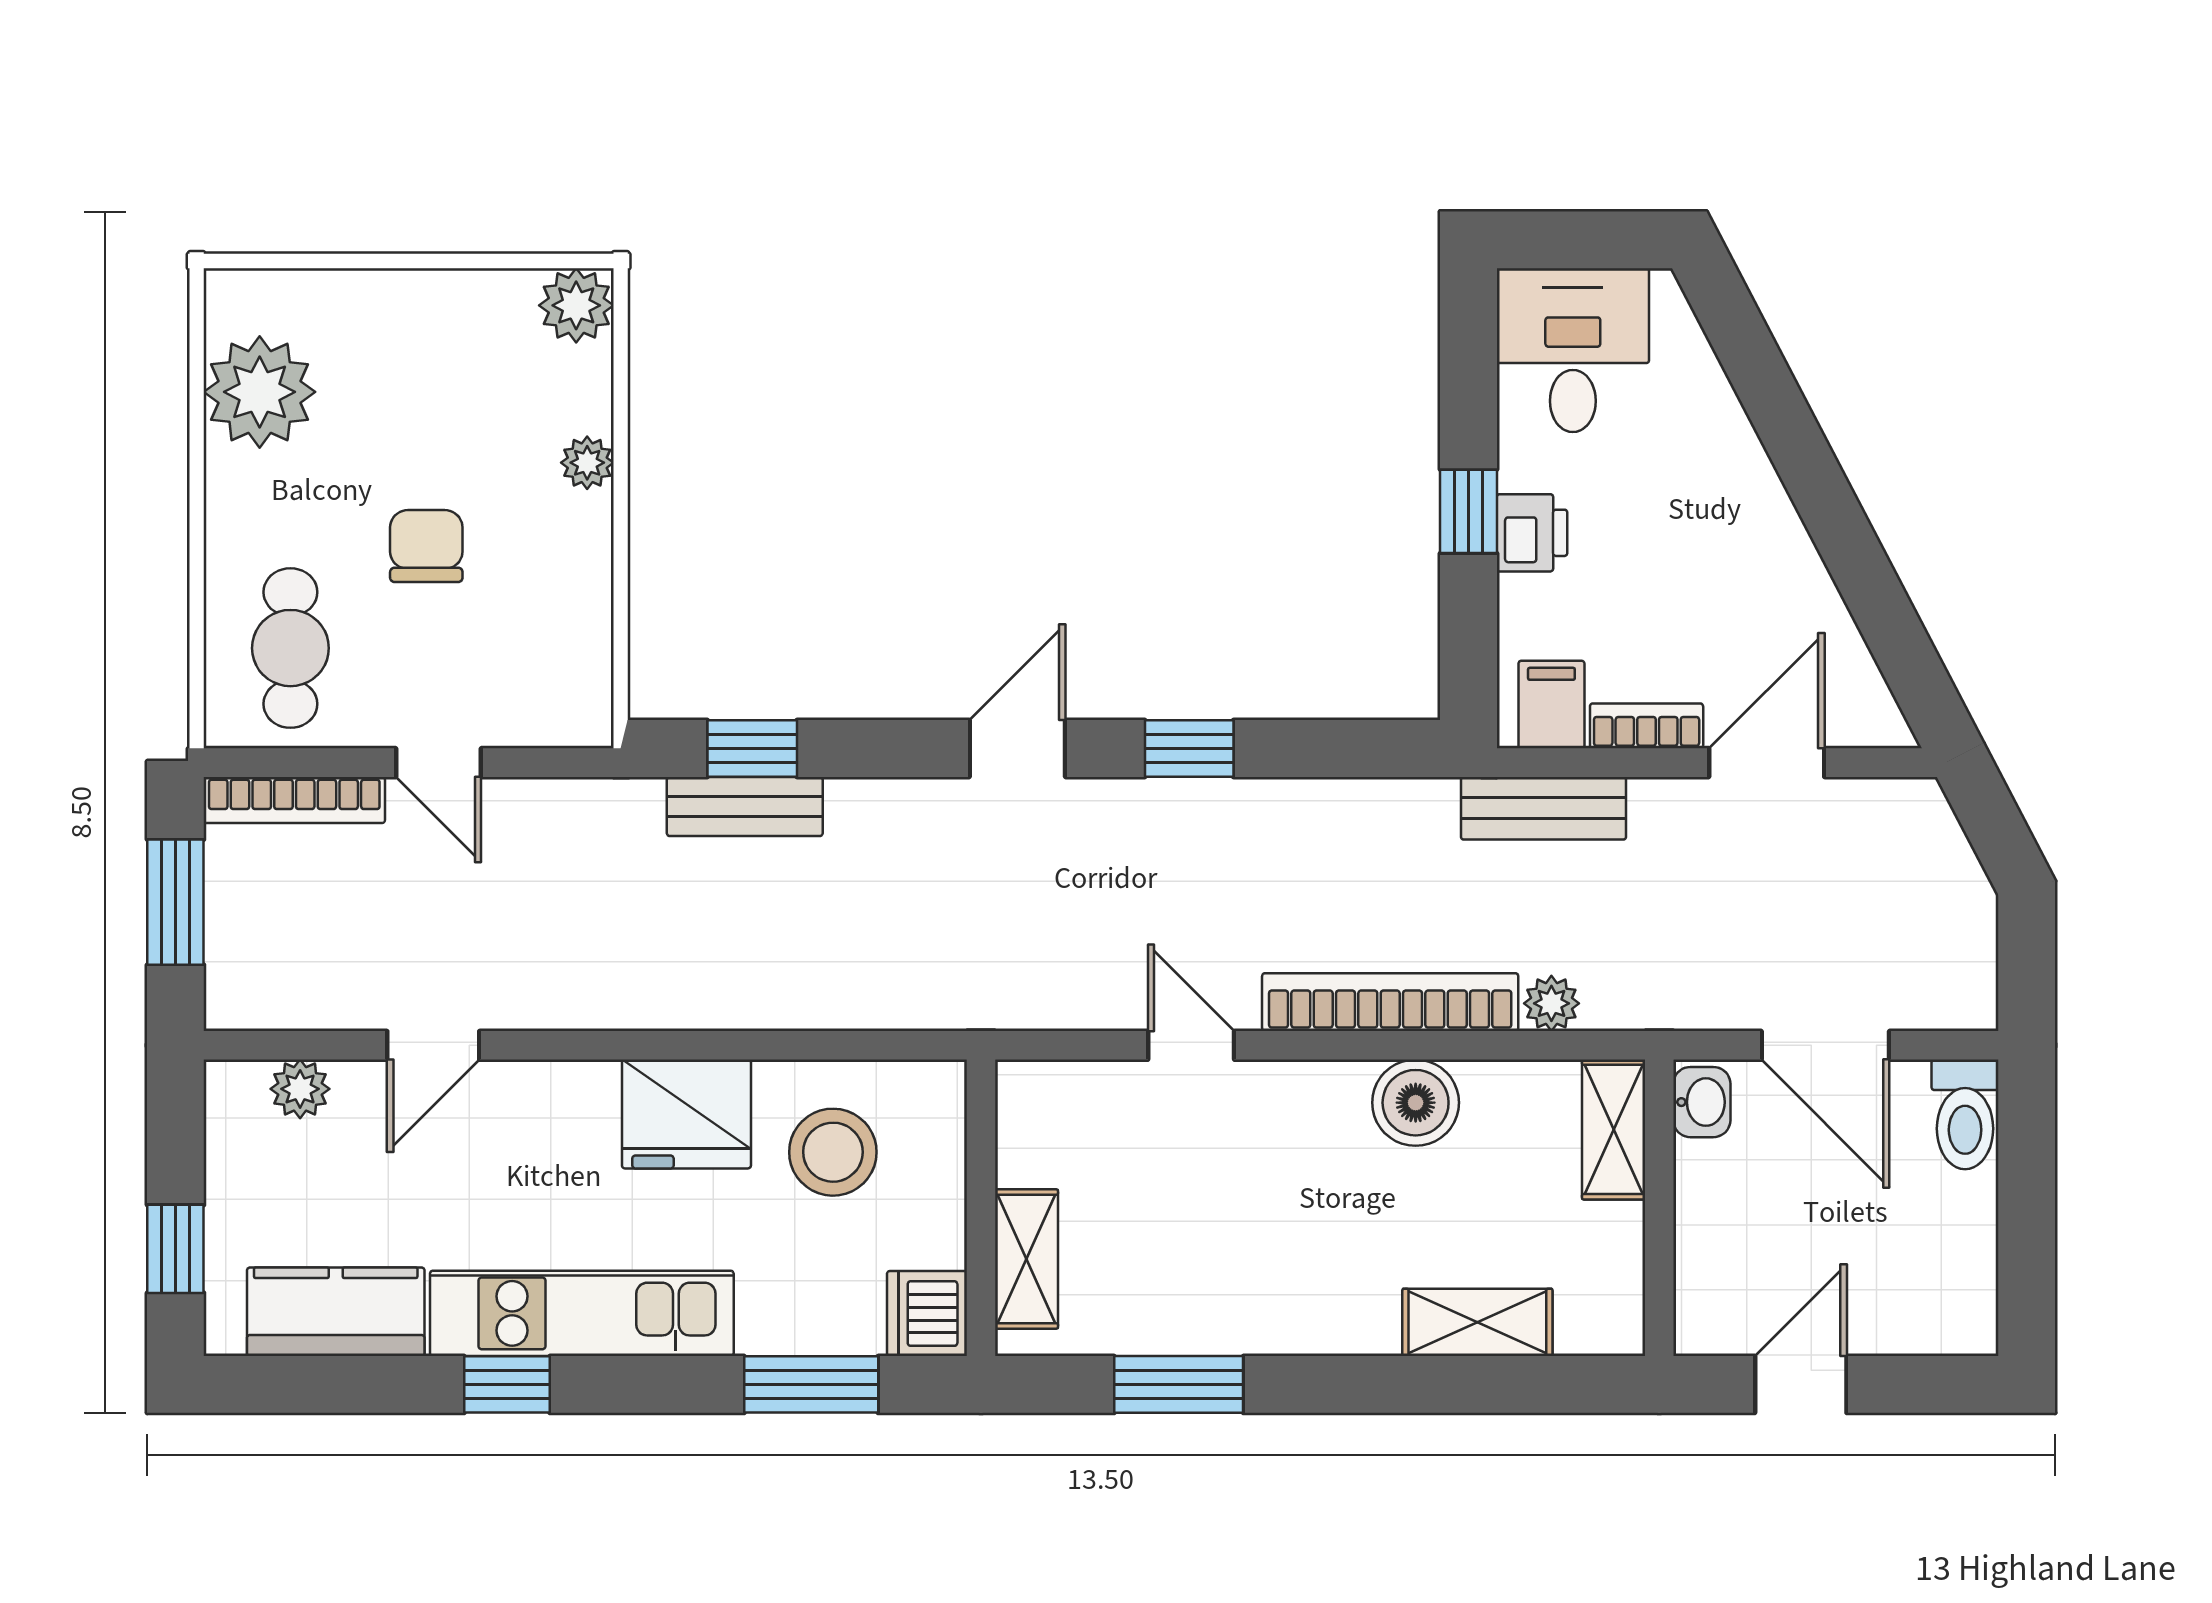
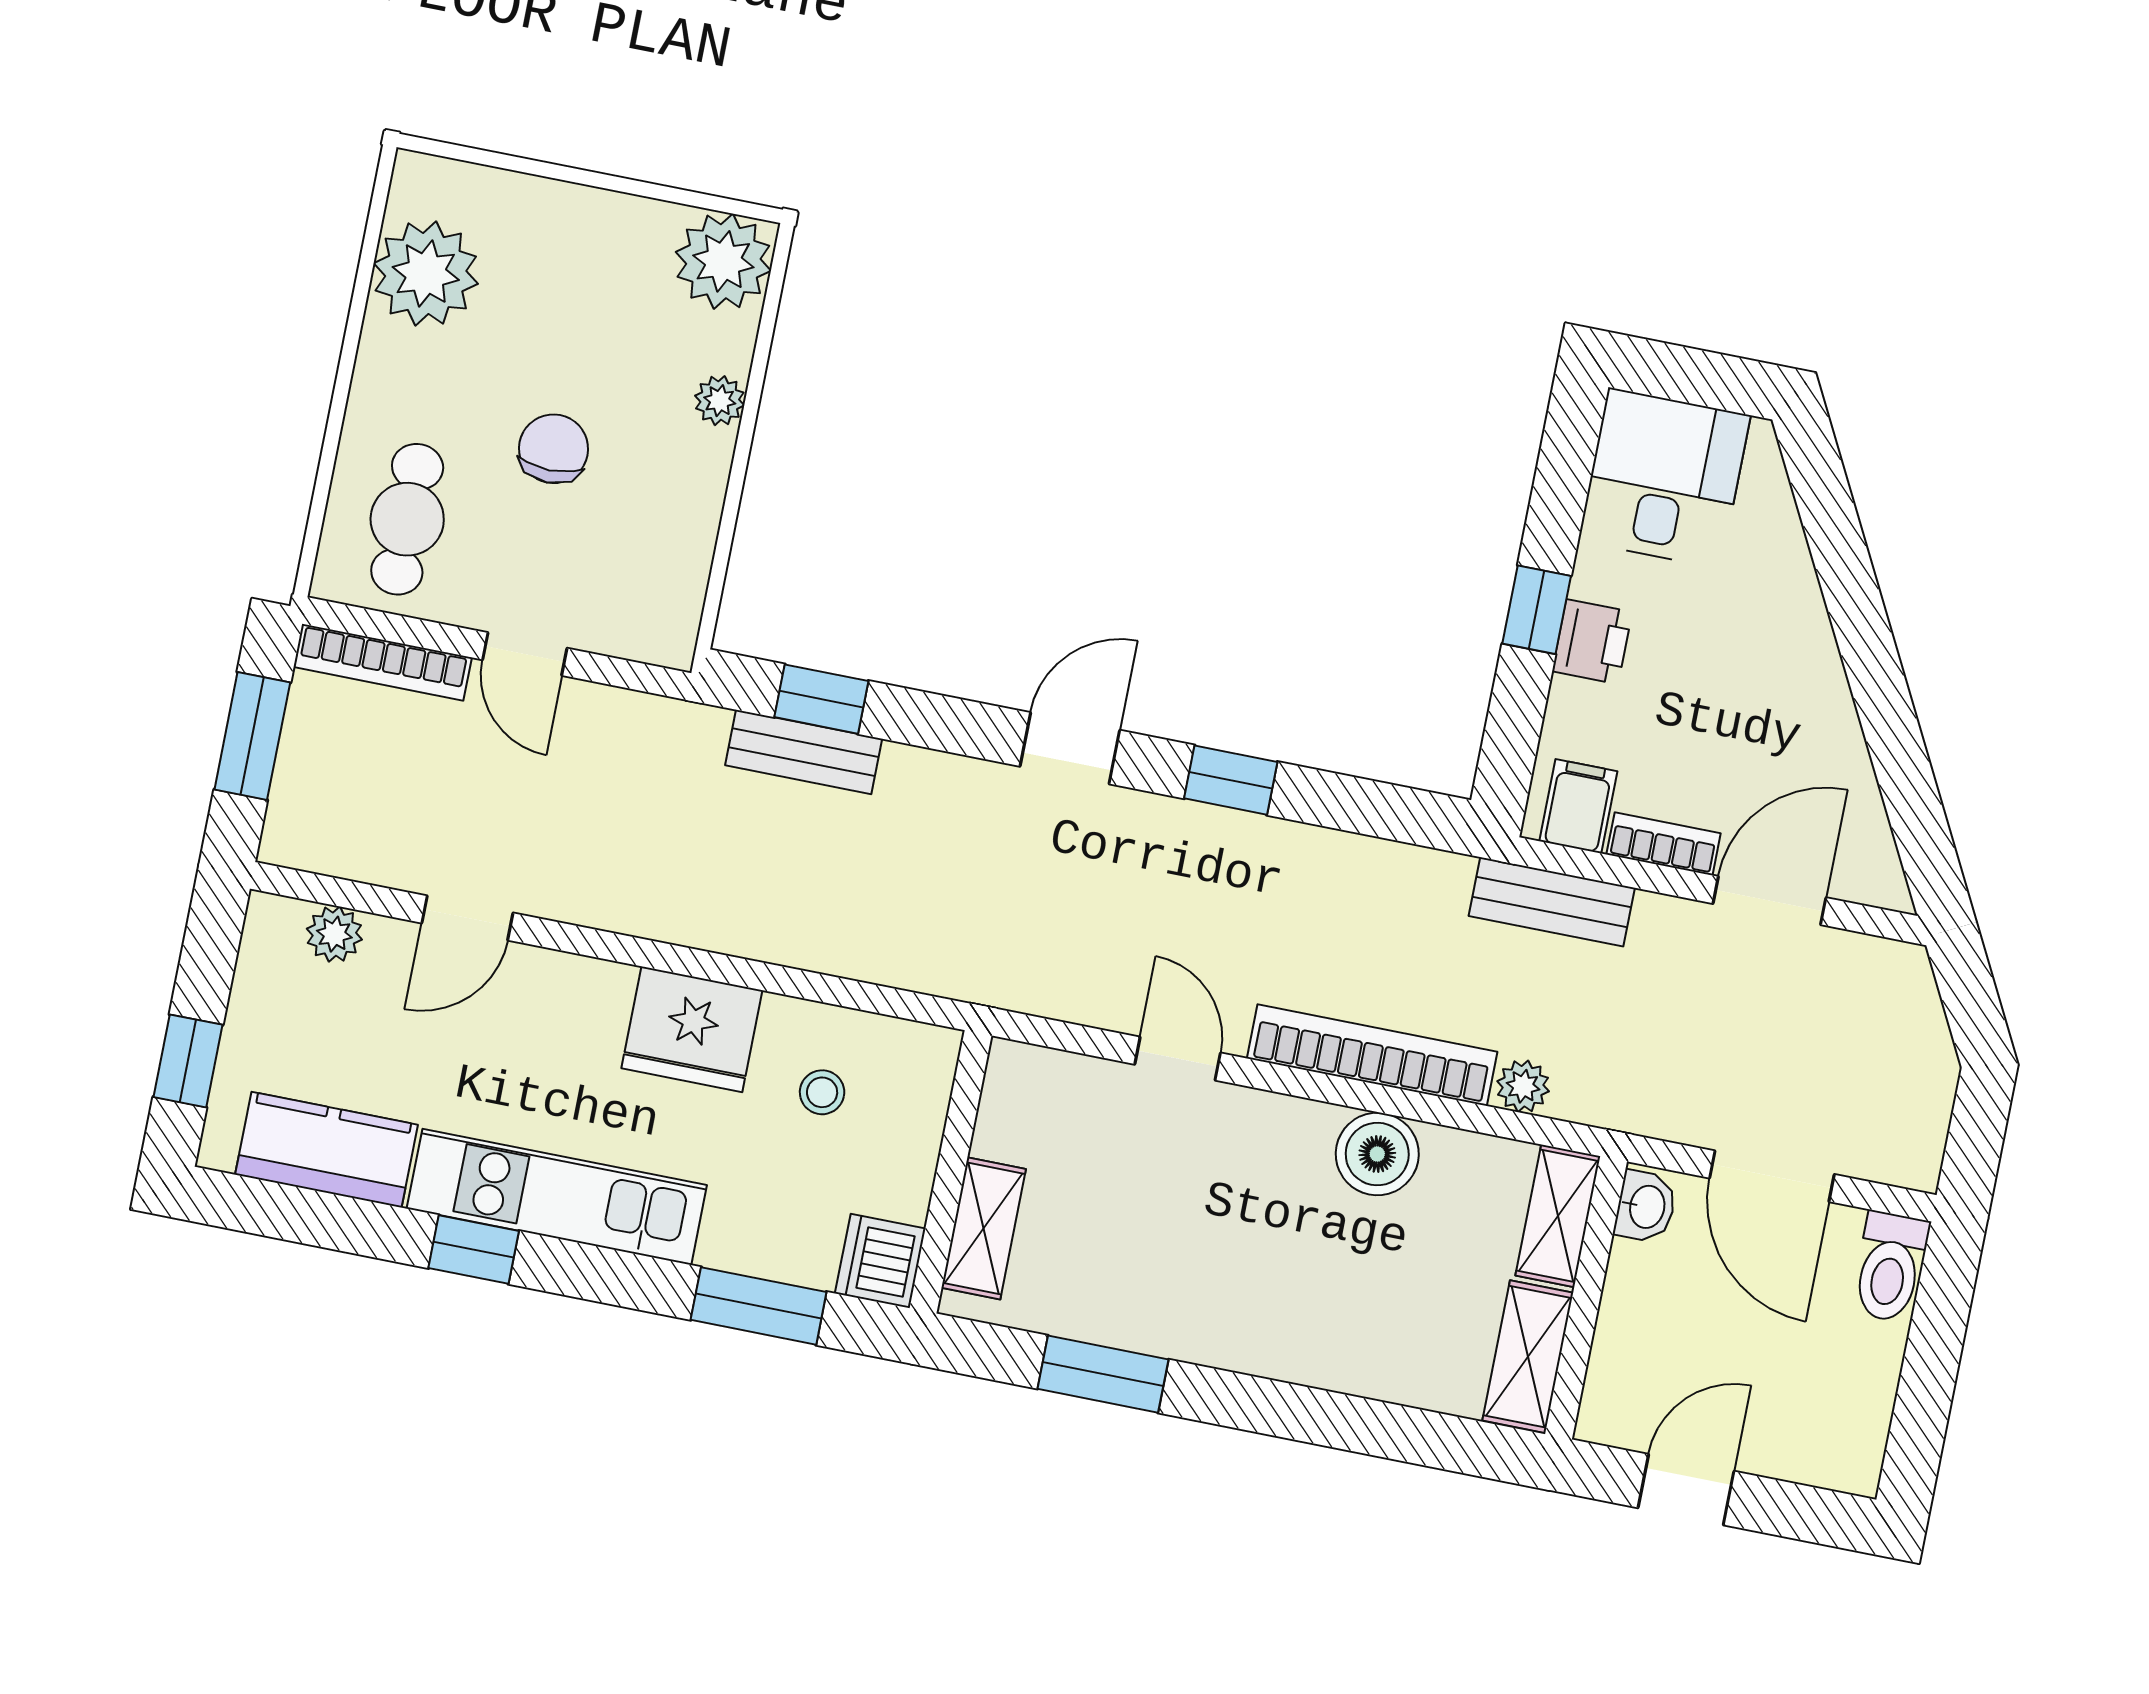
plant: (576, 305) -> (723, 261), width x1.36, depth x1.36
stool: (833, 1152) -> (822, 1092), width x0.53, depth x0.53
shelving: (1477, 1322) -> (1528, 1357), moved, turned 90

